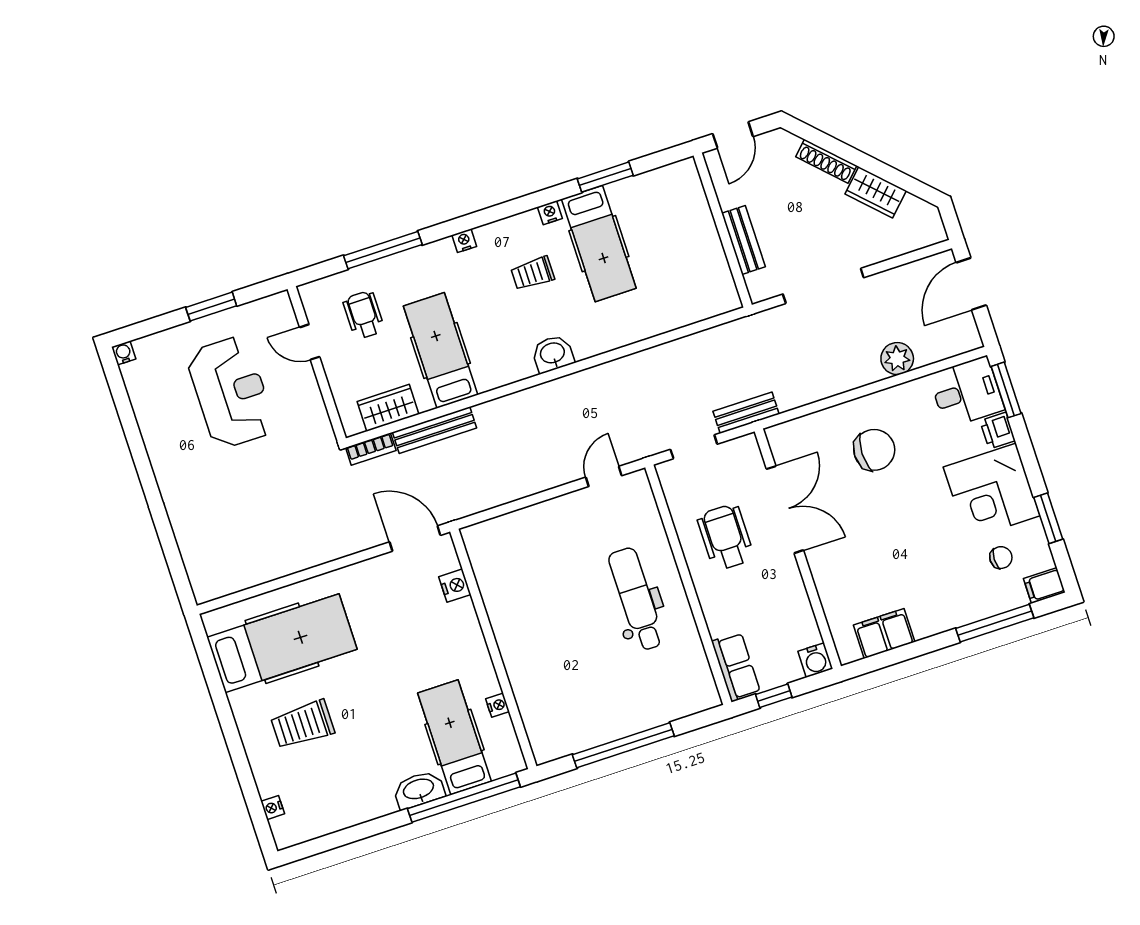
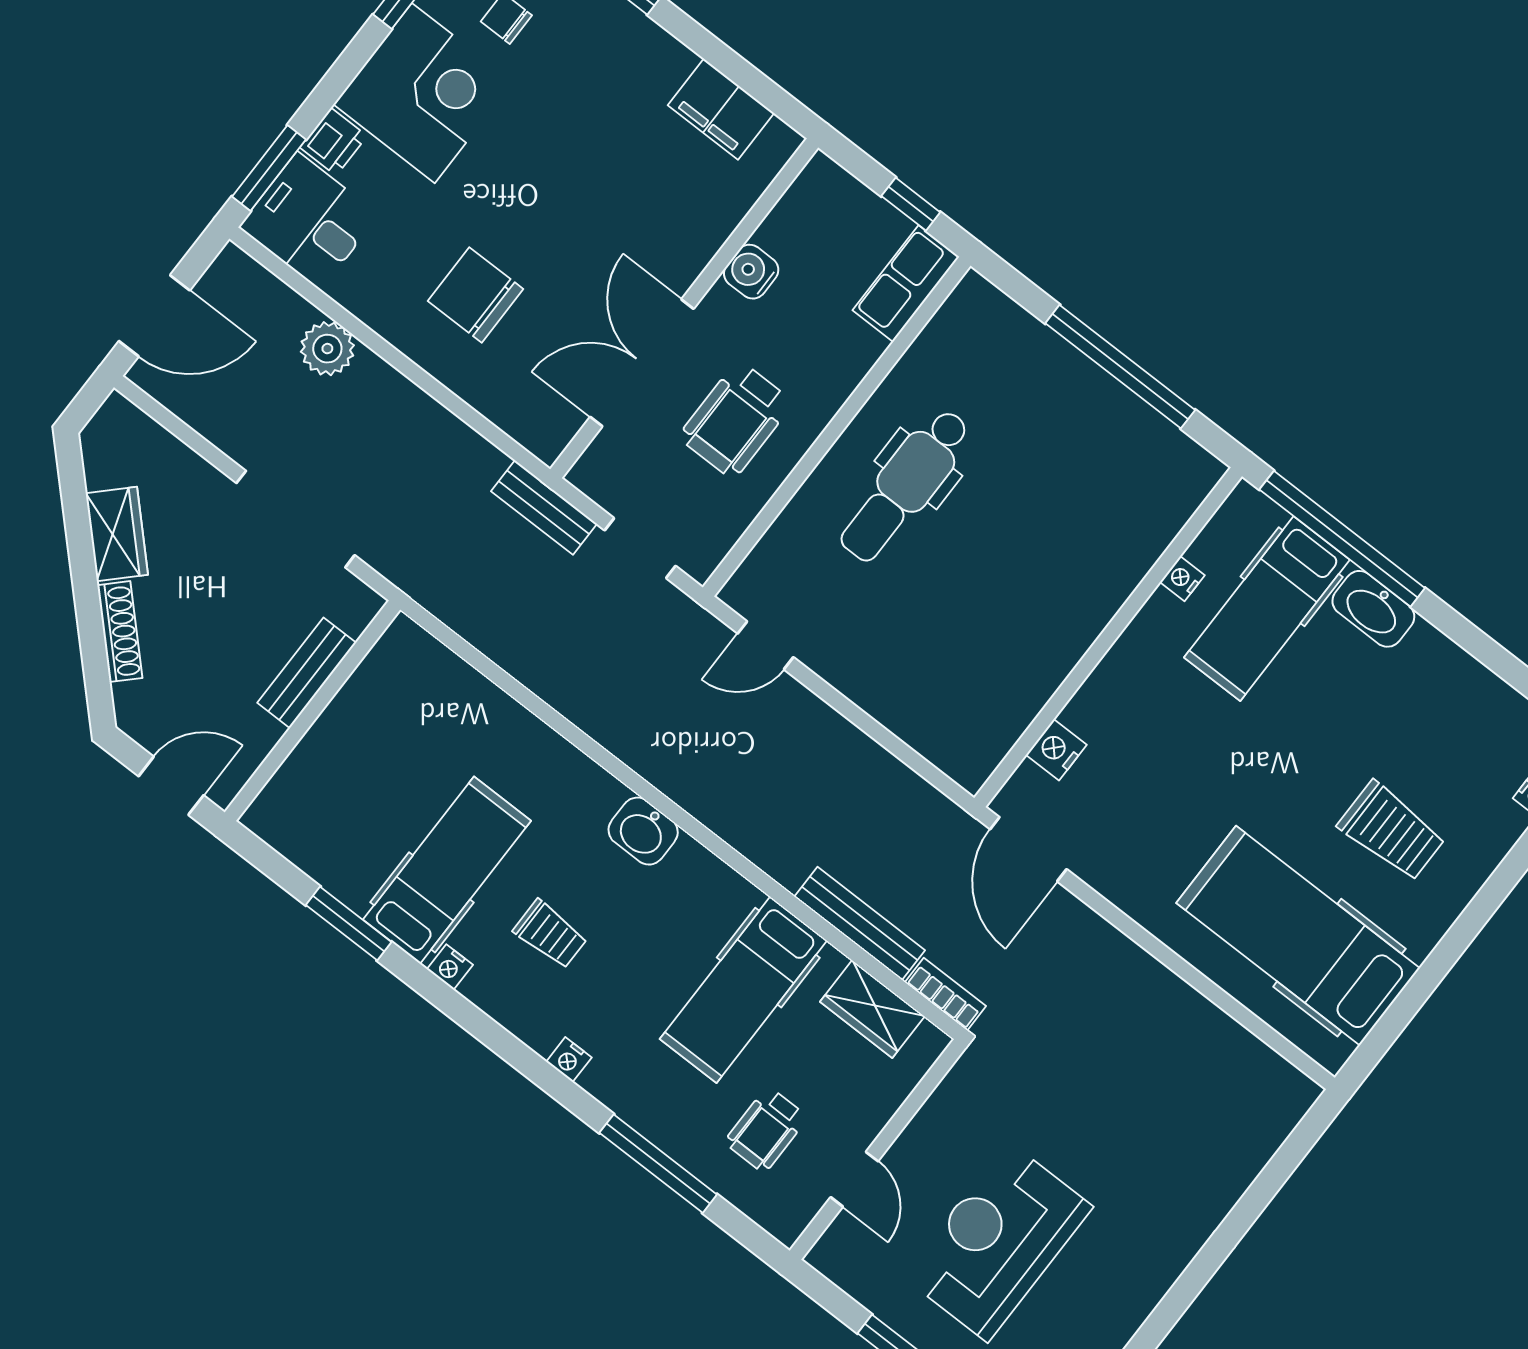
water cooler: (815, 660) -> (751, 272), moved, turned -90

